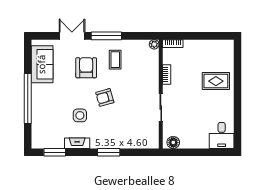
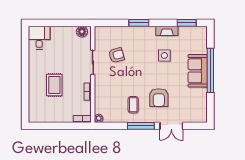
sofa: (42, 64) -> (198, 71), moved
rug: (216, 81) -> (54, 85), moved, turned 90
armchair: (105, 97) -> (116, 55), moved

